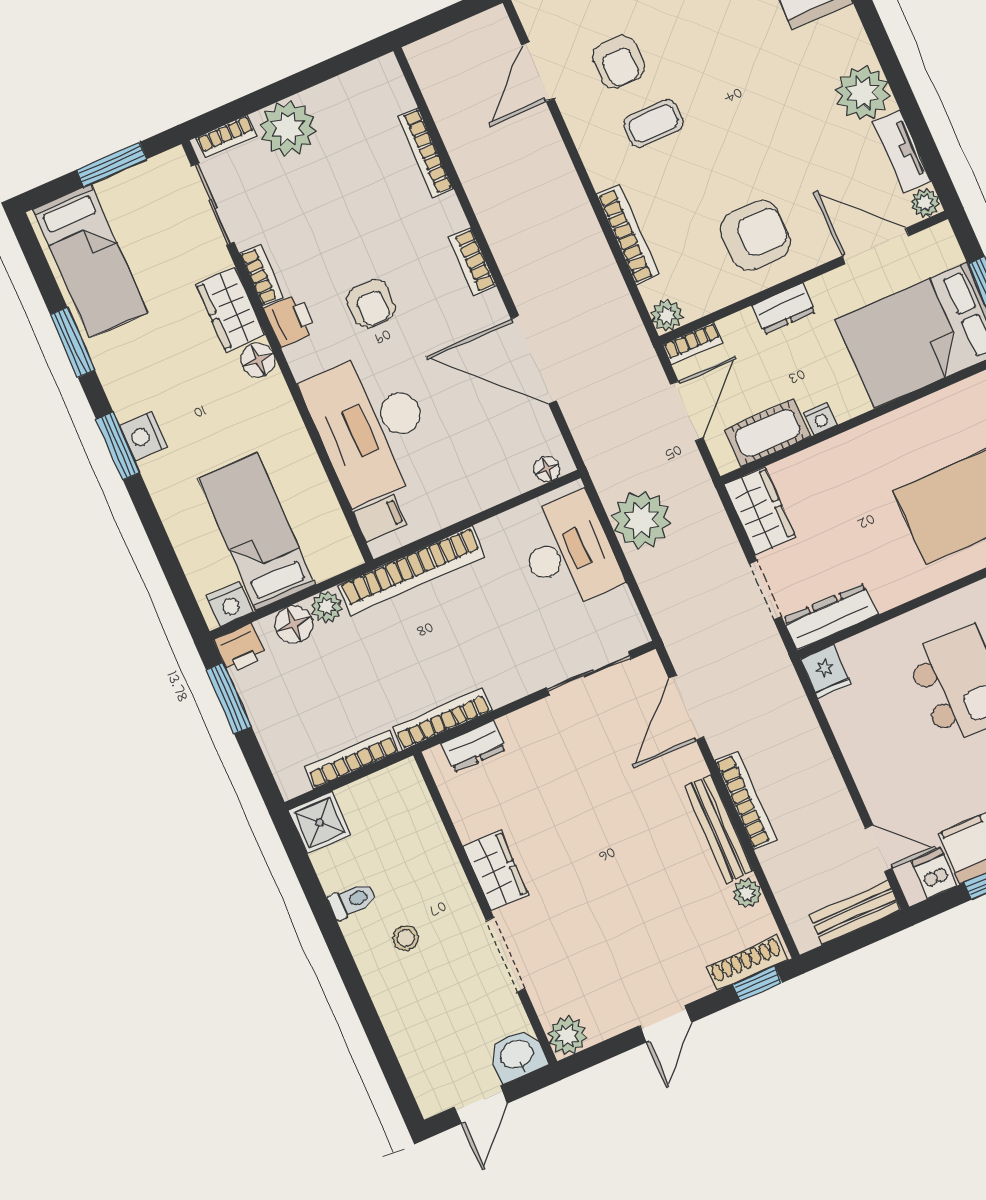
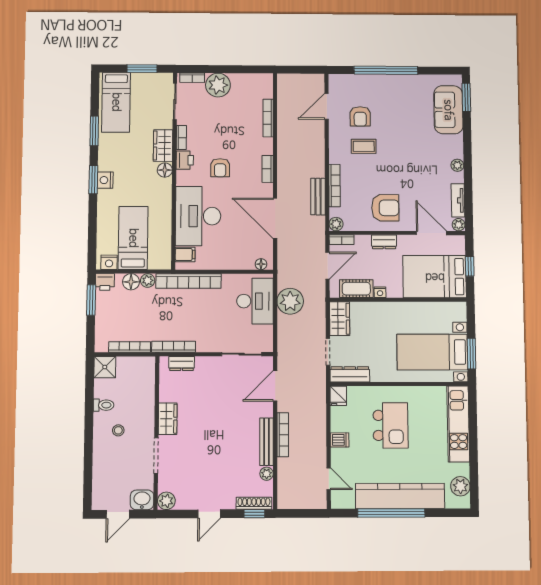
plant: (863, 93) -> (457, 165), width x0.53, depth x0.53
dishwasher: (934, 873) -> (340, 440), moved, turned 90
bench: (855, 913) -> (318, 196), moved, turned 90

